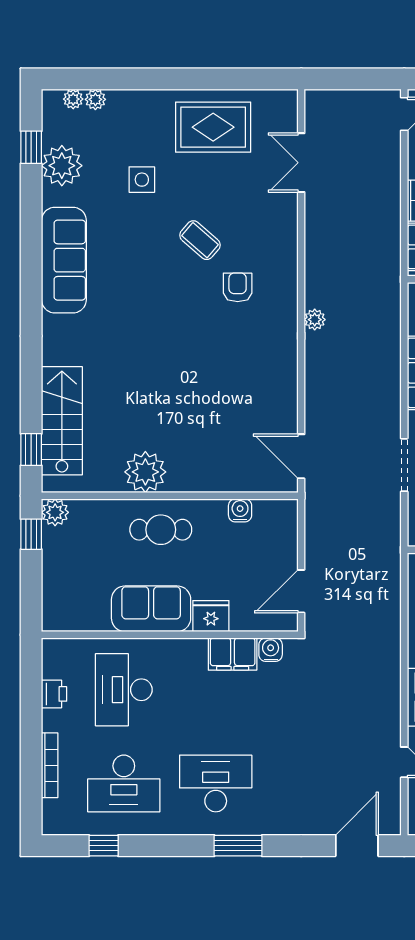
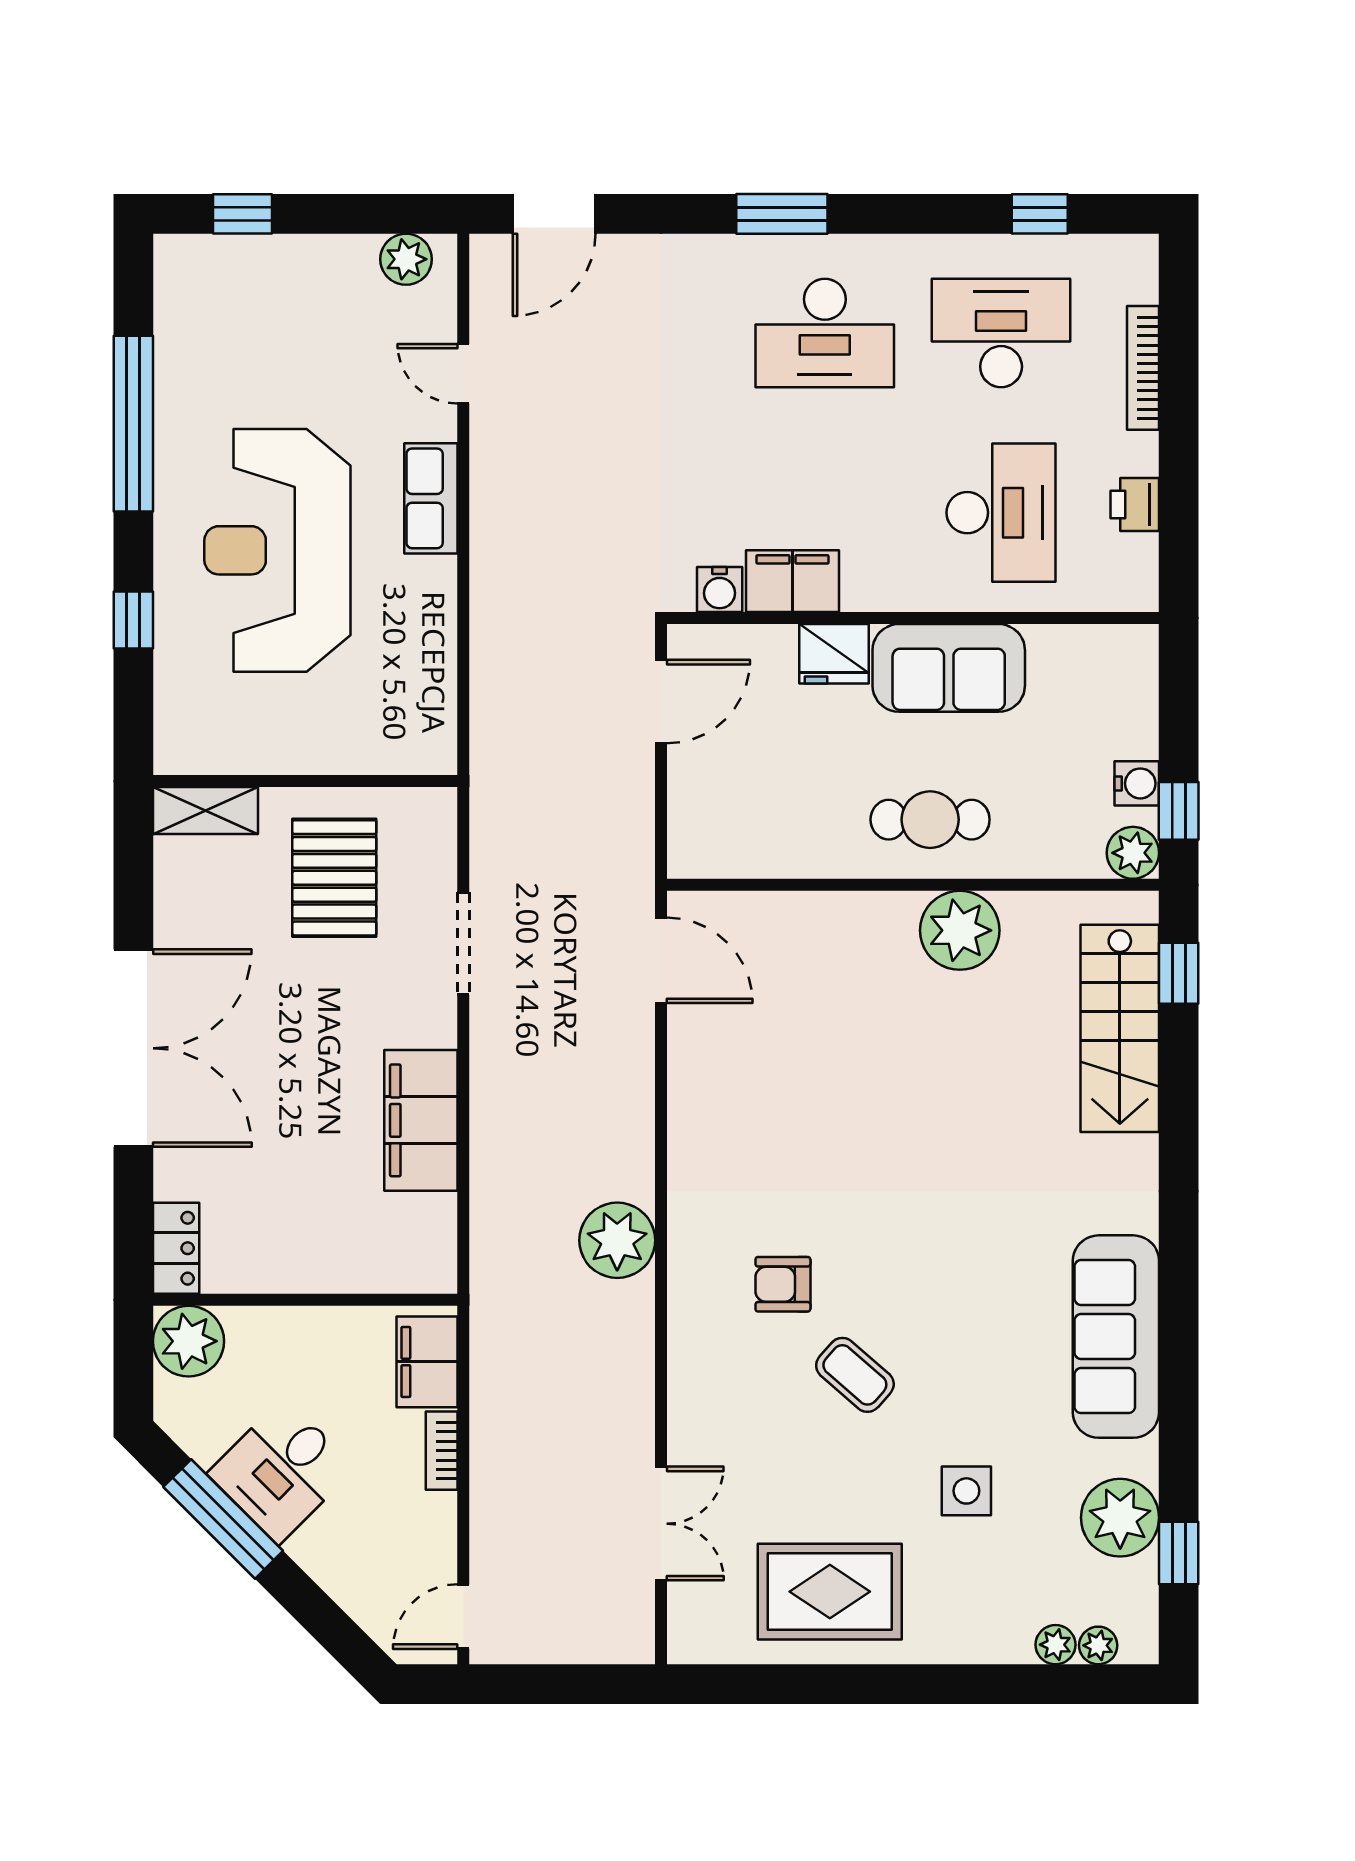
armchair: (238, 287) -> (783, 1284), turned 90
plant: (315, 320) -> (617, 1240), width x1.88, depth x1.88
water cooler: (240, 510) -> (1137, 783), moved, turned -90

